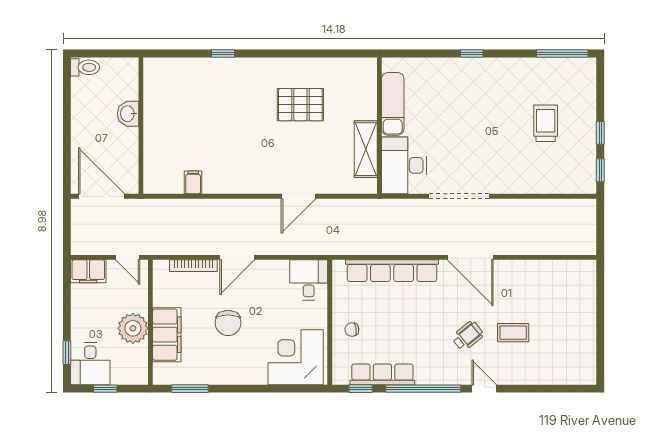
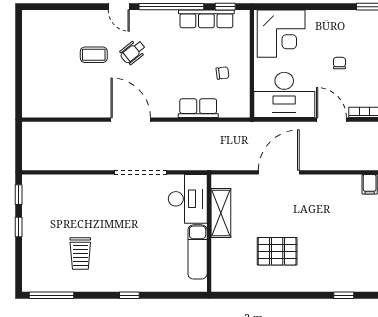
trolley: (546, 123) -> (80, 253), moved
door: (298, 196) -> (279, 172), width x1.36
door: (237, 257) -> (332, 120), hinge flipped
row of seats: (392, 271) -> (198, 108), width x0.50
desk: (309, 280) -> (284, 95), width x1.87, depth x1.30
chair: (228, 323) -> (339, 63), width x0.54, depth x0.54
chair: (352, 330) -> (222, 73), moved

